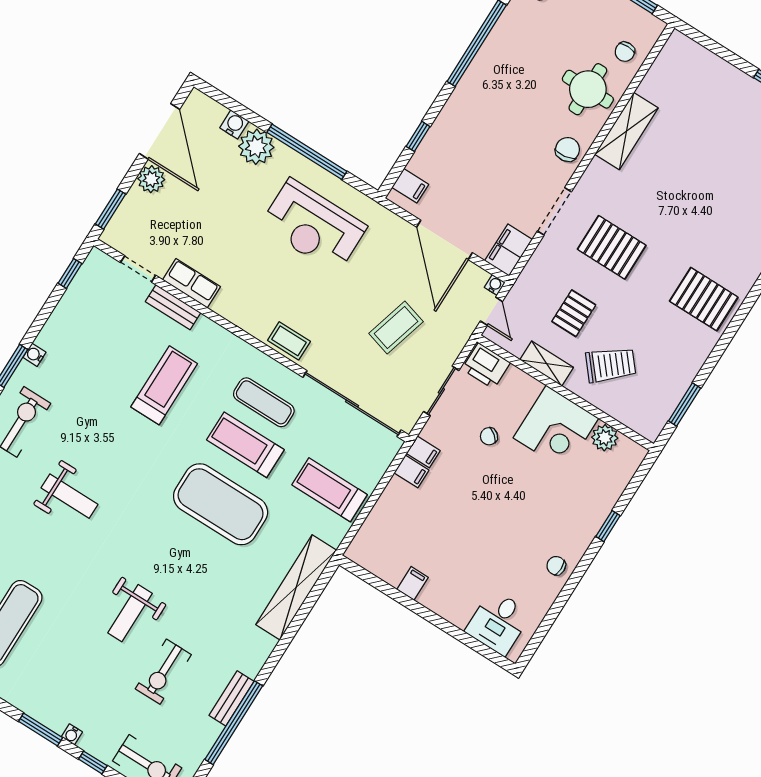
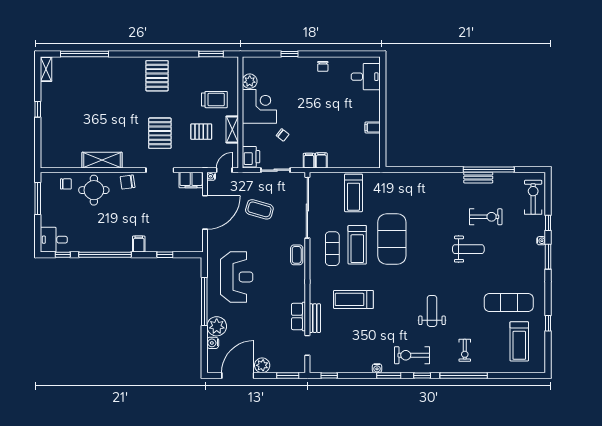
filing cabinet: (410, 186) -> (139, 244), moved
trolley: (611, 365) -> (214, 100), turned 130
shelving: (296, 587) -> (408, 180), removed

